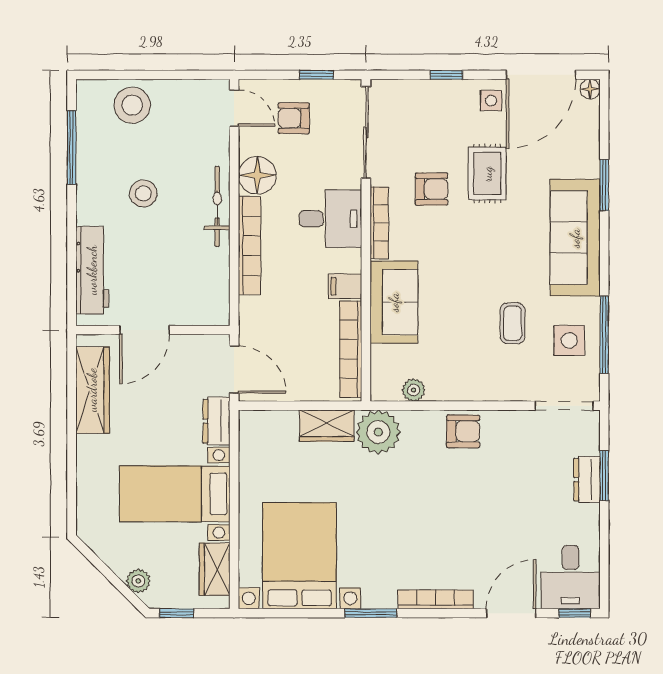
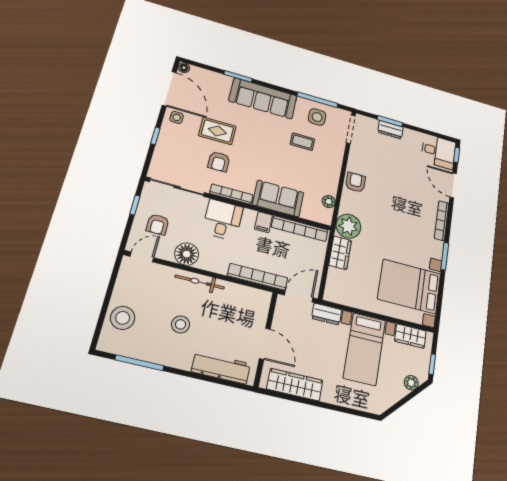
armchair: (432, 189) -> (219, 162), turned 180
bookcase: (250, 246) -> (258, 277), moved

